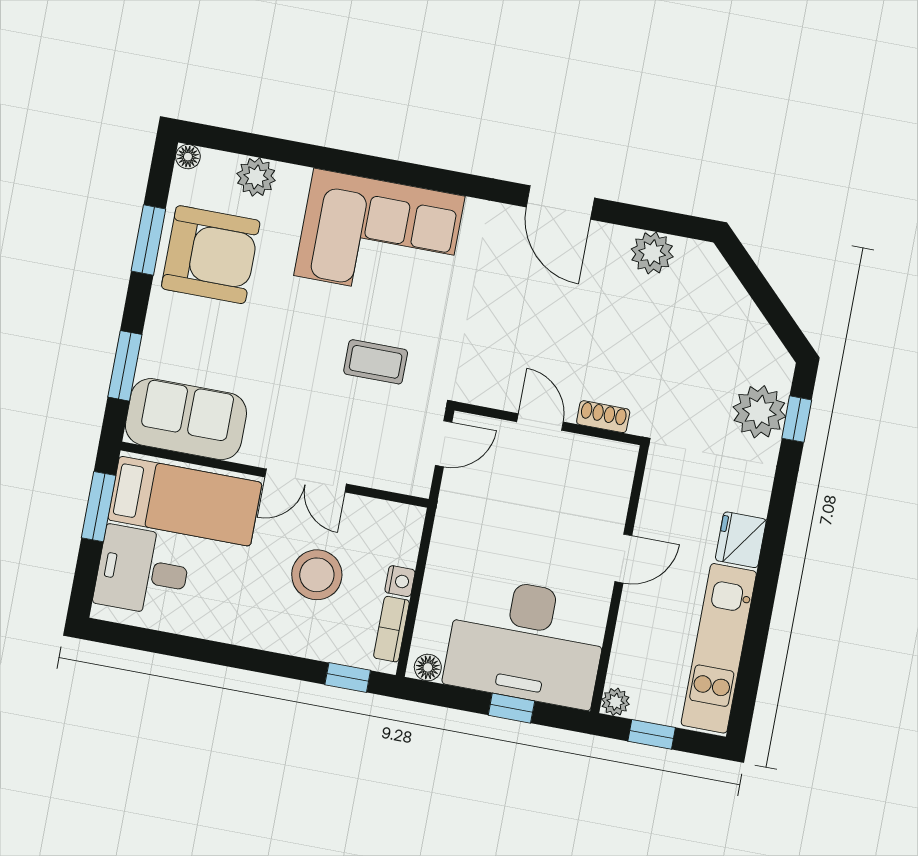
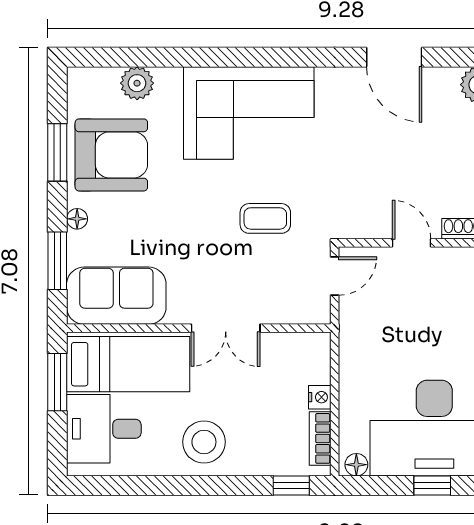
floor lamp: (188, 157) -> (77, 219), moved
stool: (317, 575) -> (204, 442), moved

